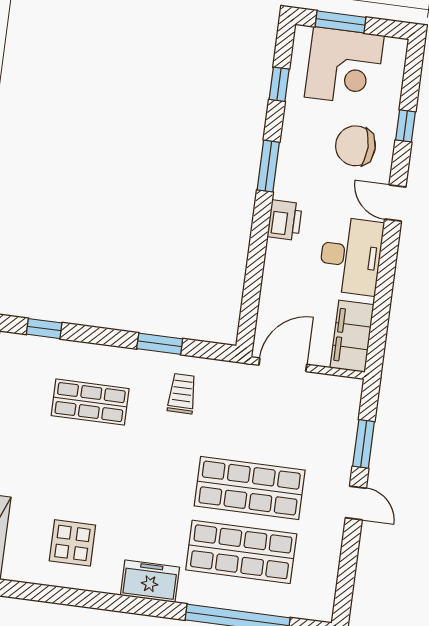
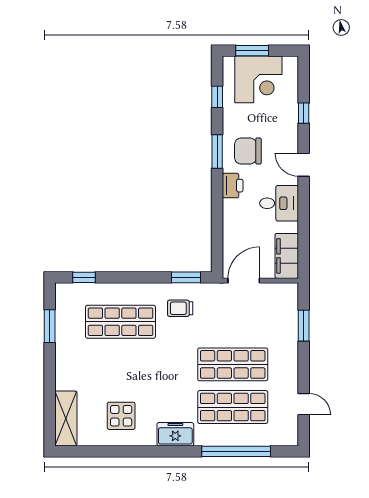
chair: (355, 146) -> (248, 151), moved
desk: (351, 256) -> (279, 203), width x0.73
window: (160, 344) -> (186, 277), moved
trolley: (182, 394) -> (180, 308), turned -90
shop shelf: (90, 402) -> (121, 322), width x1.43, depth x1.36
door: (356, 503) -> (304, 404), moved

